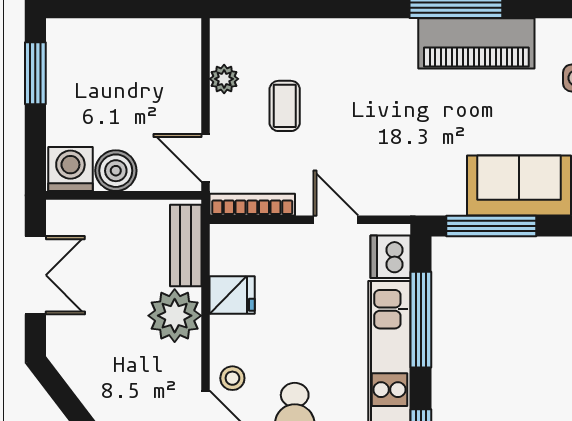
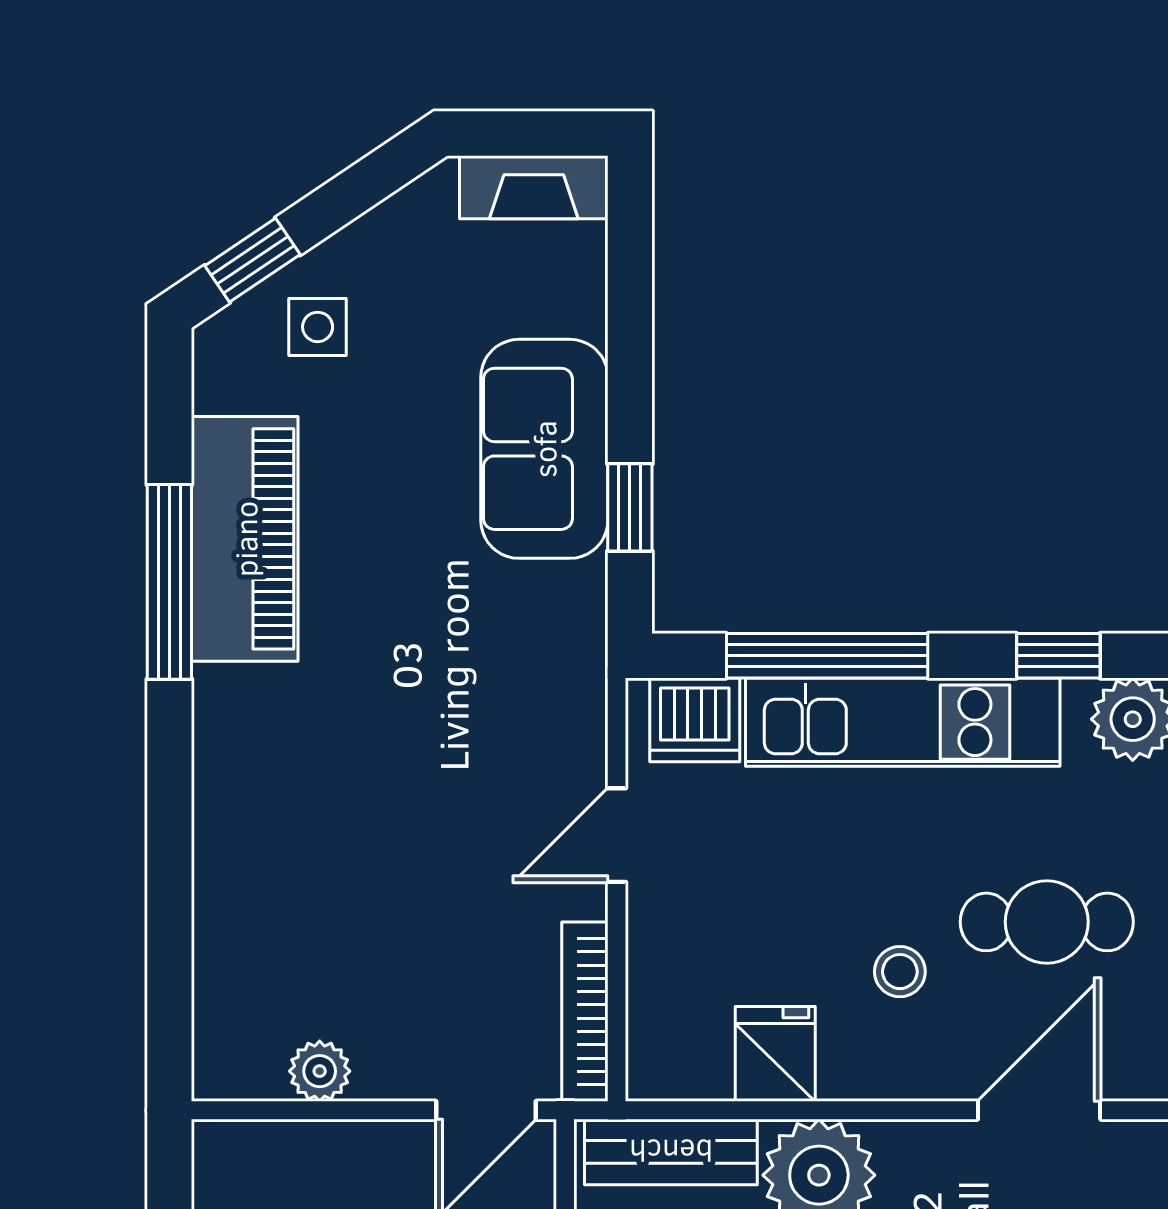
coffee table: (285, 106) -> (377, 943), removed
window: (491, 226) -> (630, 507), width x0.46
stool: (232, 378) -> (900, 972), moved

